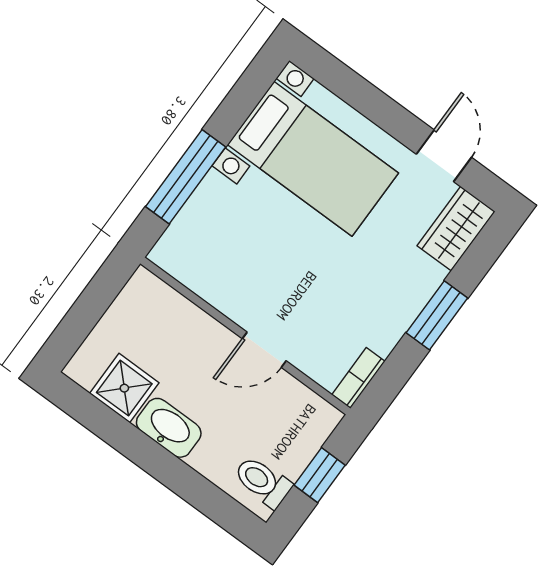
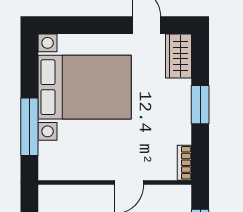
bed with nightstands: (313, 159) -> (85, 87), width x1.36

